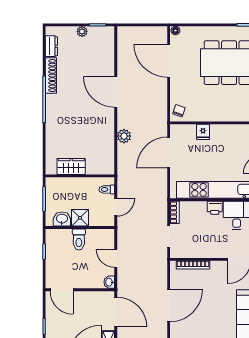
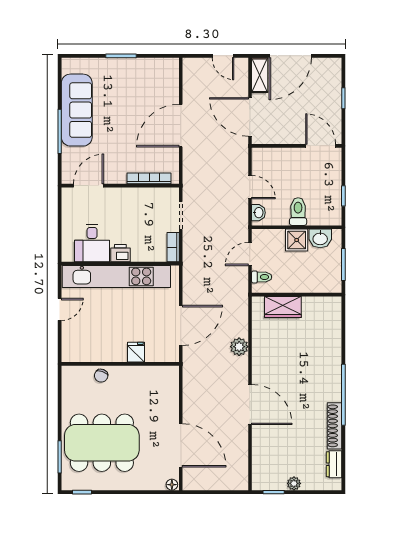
chair: (179, 111) -> (101, 376), moved
wardrobe: (71, 166) -> (283, 307), moved
washbasin: (109, 282) -> (258, 213), moved

